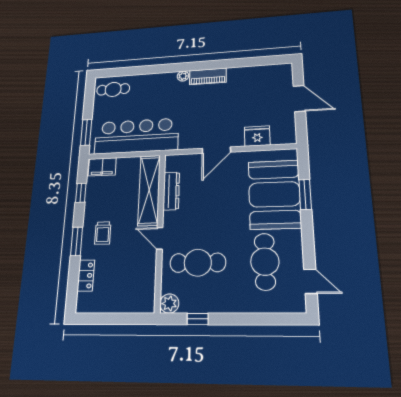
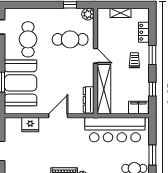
window: (86, 132) -> (152, 155), moved
dresser: (171, 191) -> (89, 100), moved
shelving: (119, 306) -> (120, 13), added

